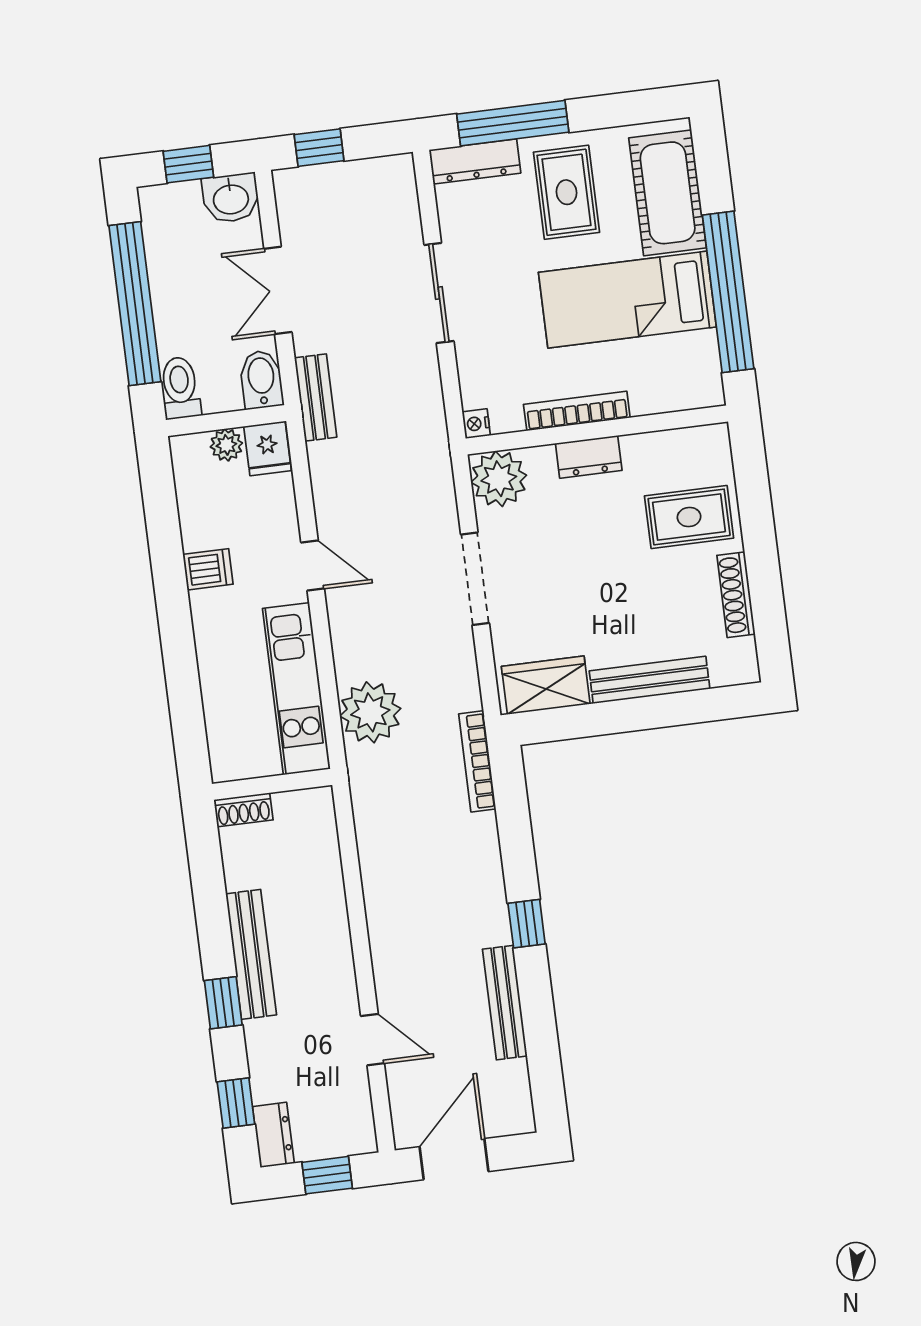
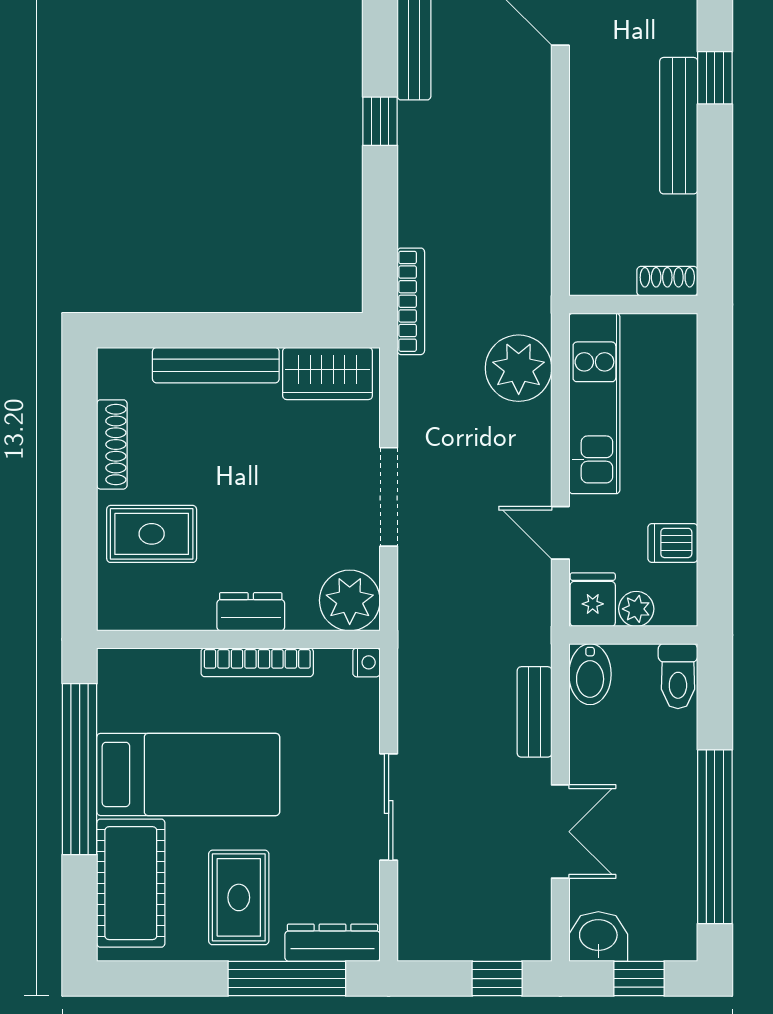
bidet: (261, 379) -> (590, 674), moved
toilet: (180, 388) -> (678, 676), moved
wall: (226, 421) -> (633, 635), moved
plant: (226, 445) -> (636, 609), moved
fridge: (268, 448) -> (593, 600), moved

